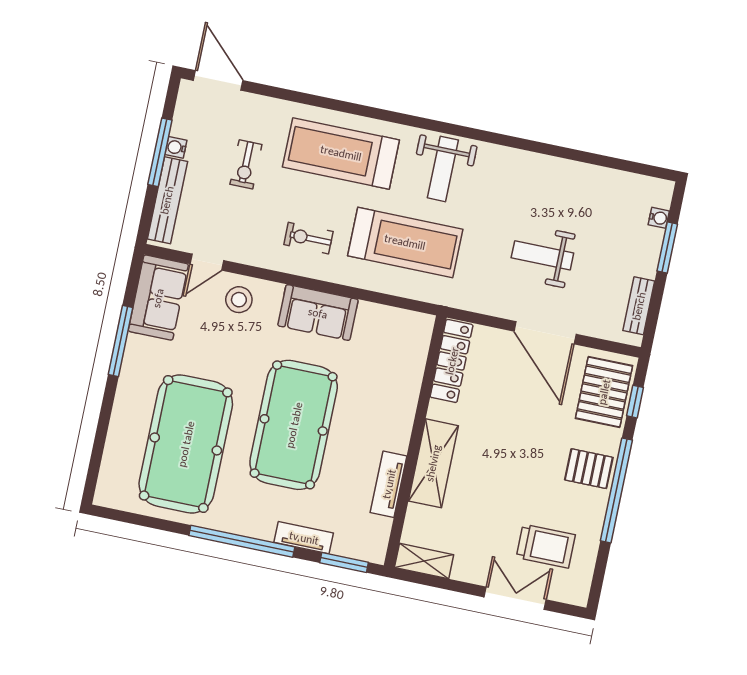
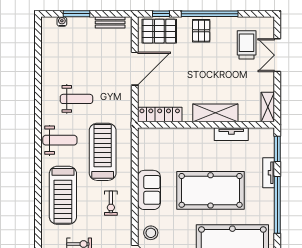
weight bench: (542, 255) -> (76, 99), moved, turned -90

